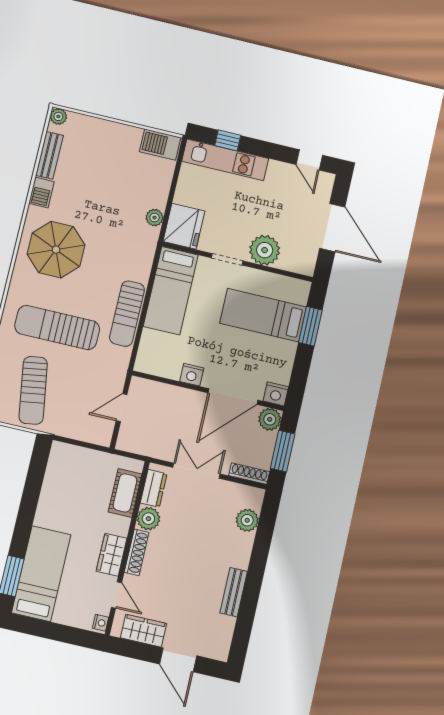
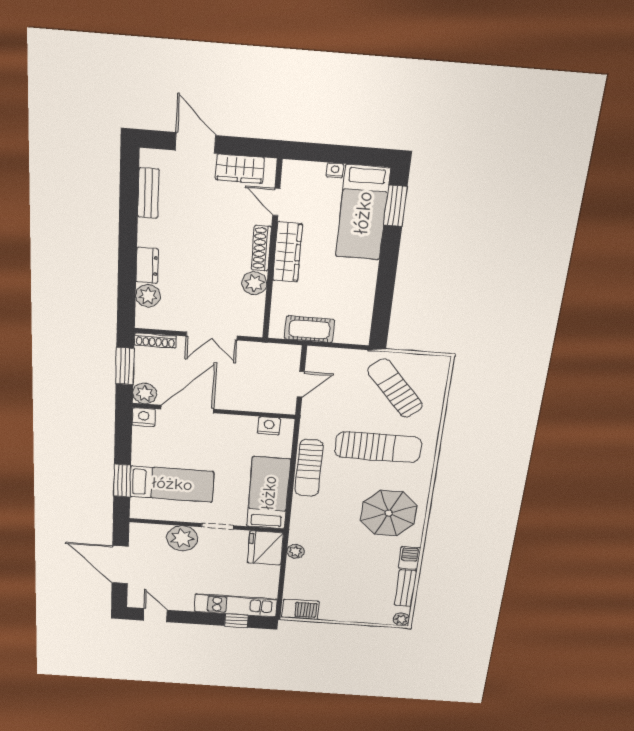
sun lounger: (127, 314) -> (309, 468), turned 180
nightstand: (192, 375) -> (269, 426), moved
sun lounger: (33, 390) -> (395, 388), turned -31
dresser: (154, 488) -> (147, 265), moved, turned 180
cot: (125, 493) -> (309, 329), moved, turned 90
wardrobe: (112, 555) -> (287, 252), width x1.50
bench: (234, 592) -> (148, 193), moved
nightstand: (101, 623) -> (335, 170), moved, turned 90

